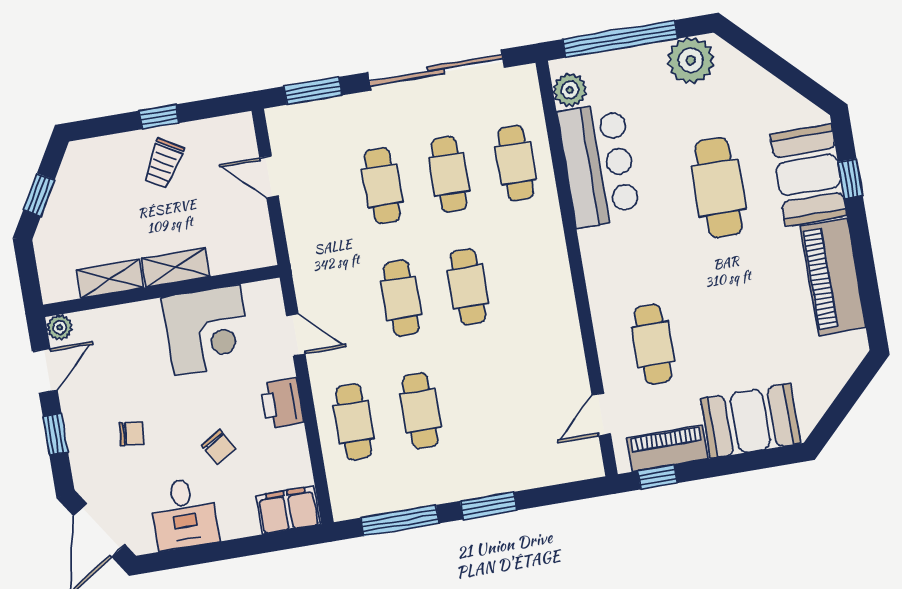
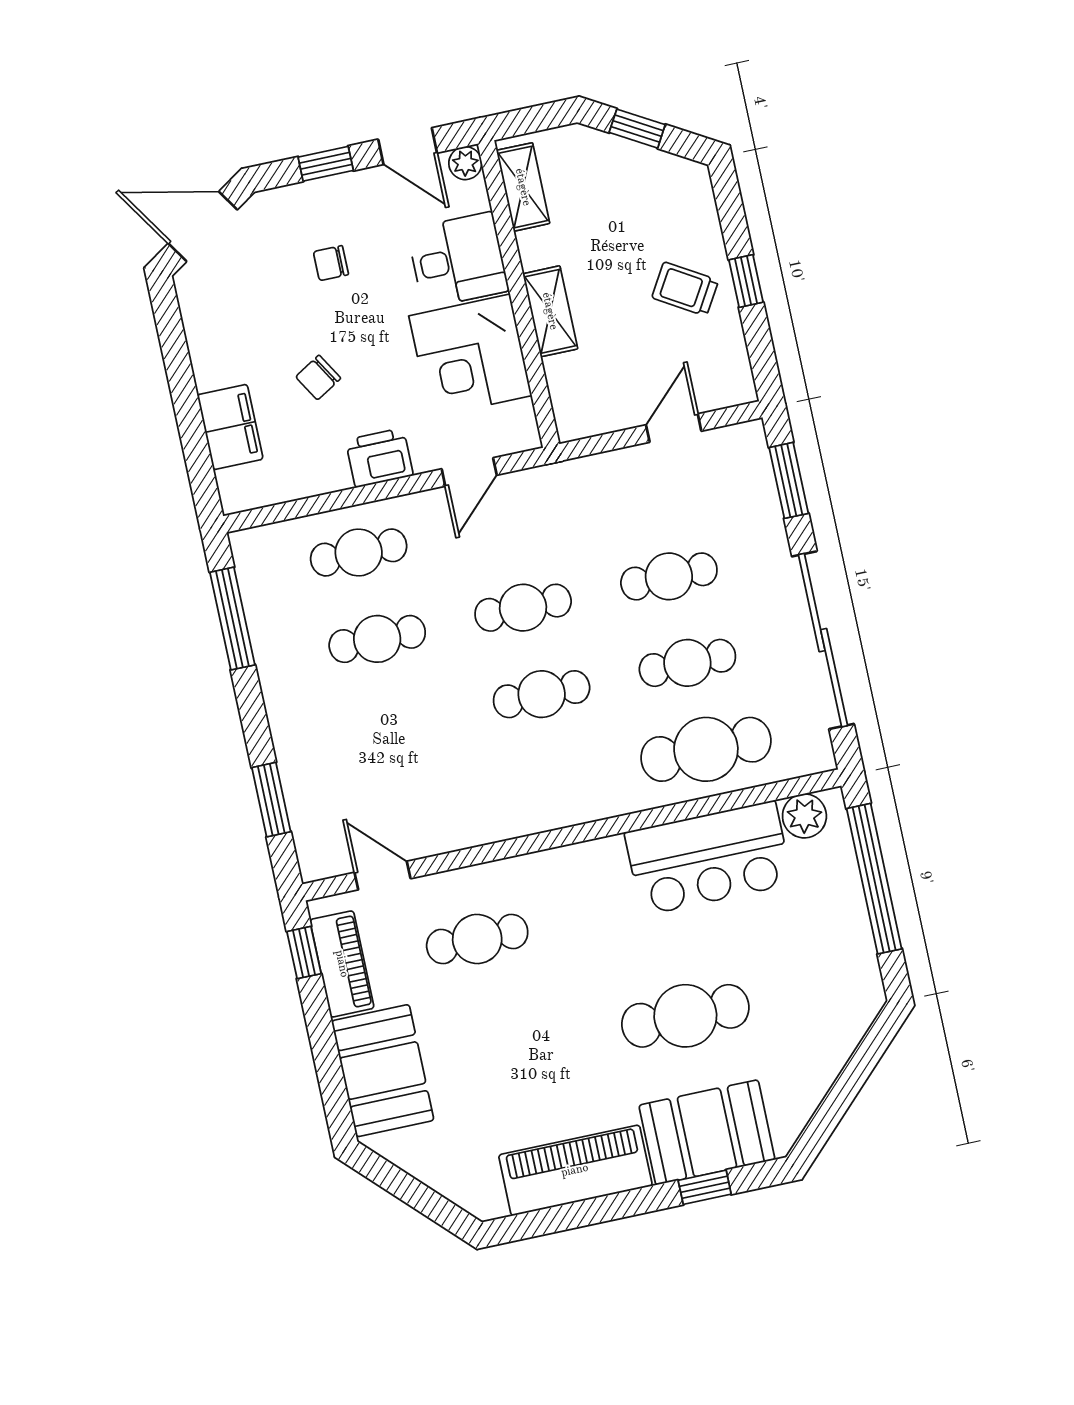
plant: (691, 60) -> (850, 972), removed
cafe table: (516, 163) -> (706, 749), width x1.37, depth x1.35
shelving: (110, 279) -> (523, 187), moved
chair: (132, 433) -> (331, 263), turned 84
window: (488, 506) -> (271, 800), moved
filing cabinet: (288, 510) -> (230, 427), moved
desk: (184, 513) -> (458, 260), moved, turned 180

